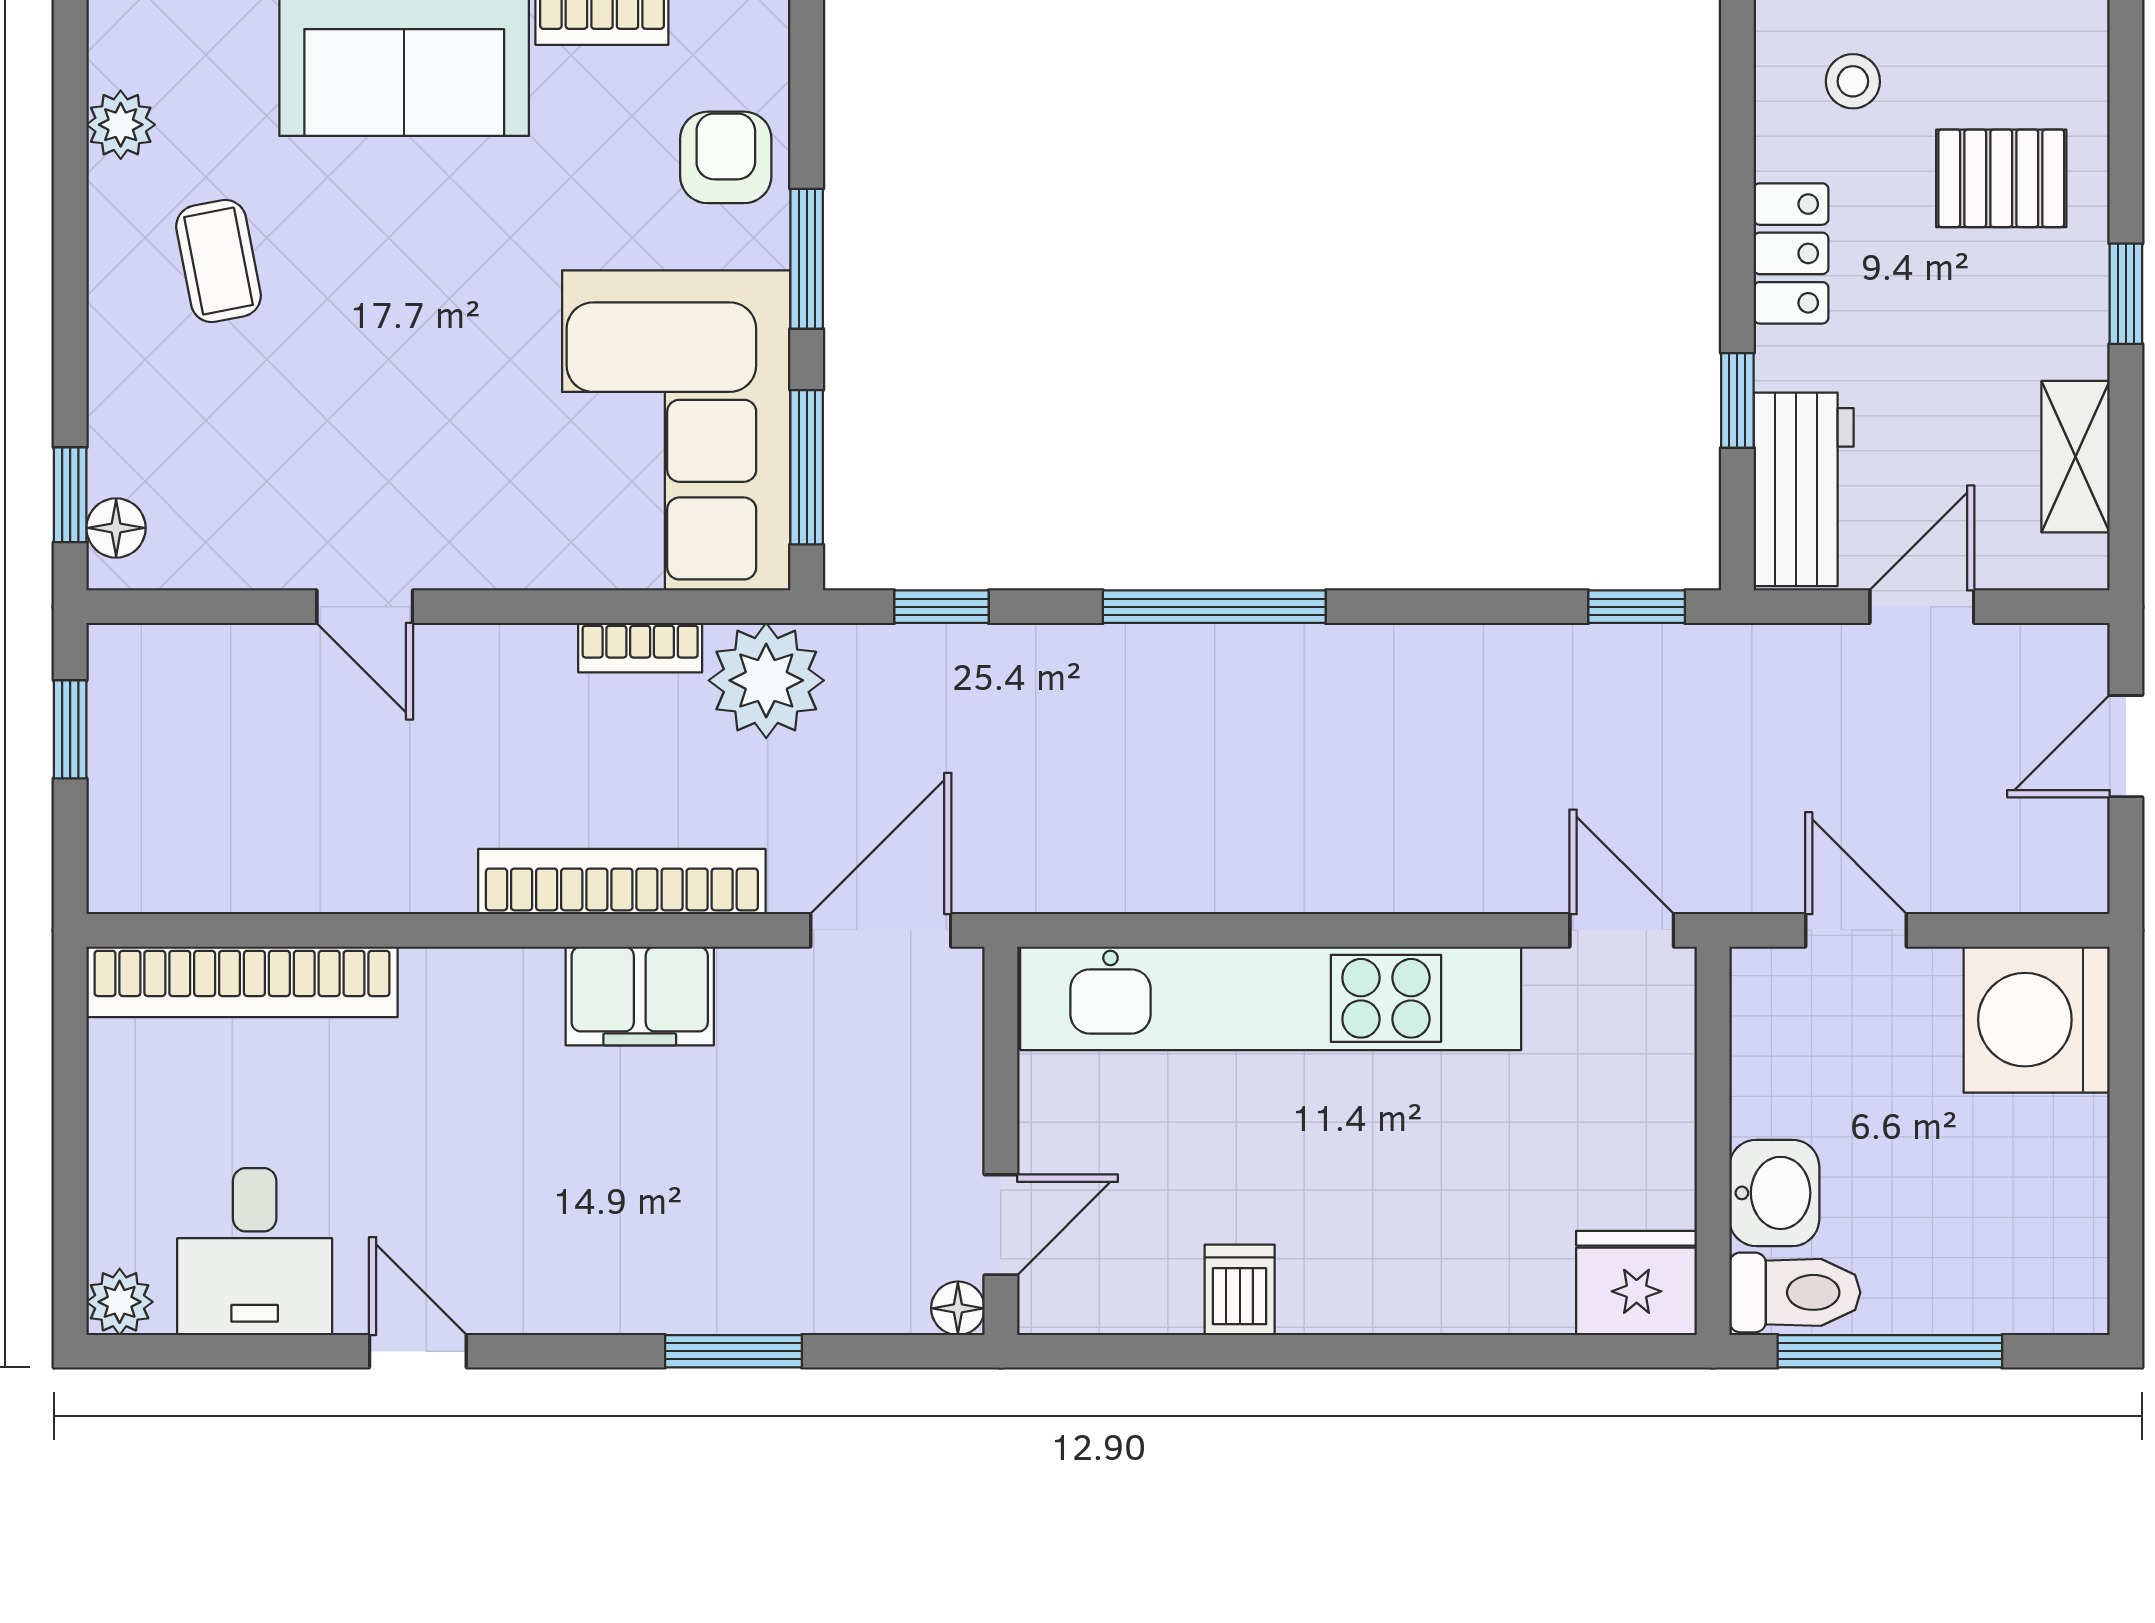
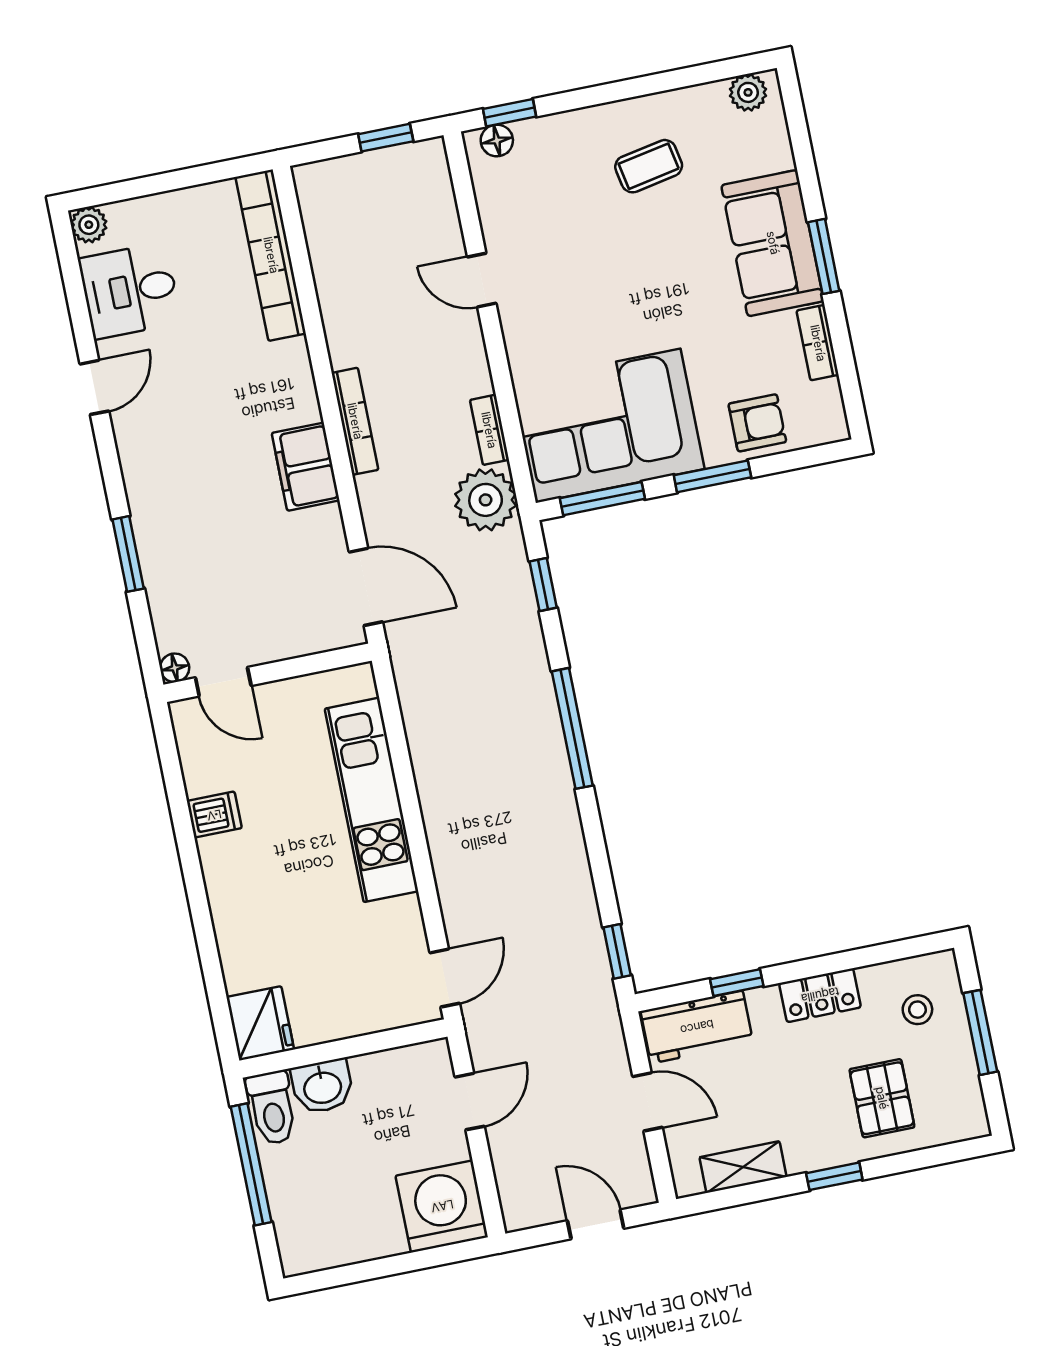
plant: (121, 125) -> (748, 92), moved
door: (365, 607) -> (482, 280), hinge flipped
bookcase: (622, 882) -> (355, 421), width x0.68, depth x0.76
kitchen unit: (1271, 998) -> (371, 800), width x0.73

